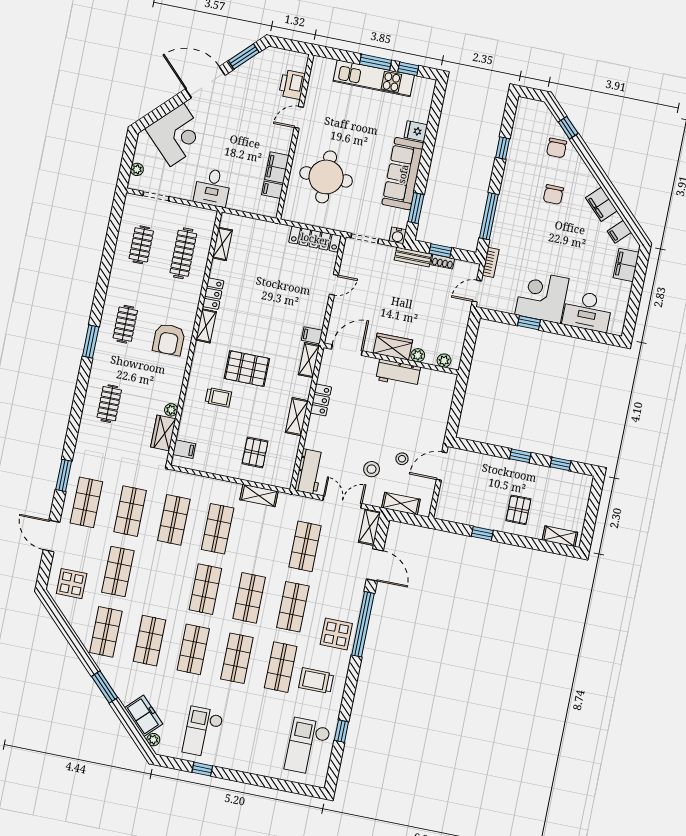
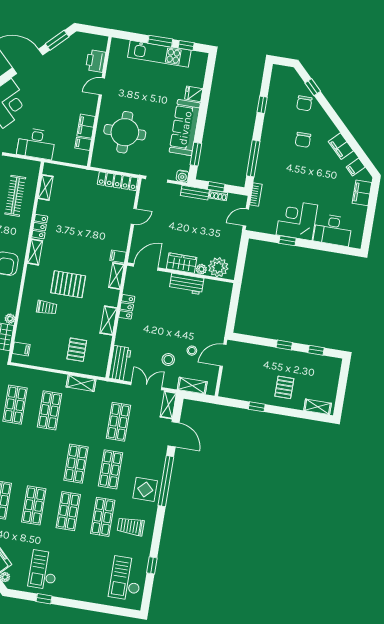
desk: (212, 188) -> (36, 144), width x1.37
plant: (444, 361) -> (218, 267), width x1.88, depth x1.88
shop shelf: (205, 589) -> (42, 458), removed

